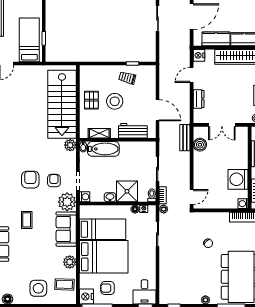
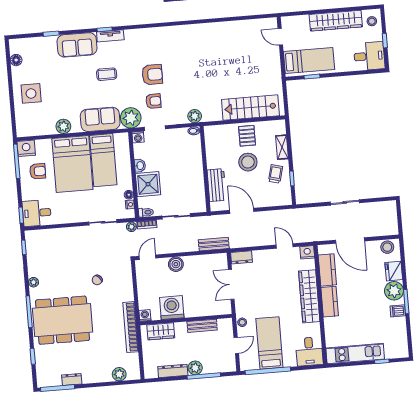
dresser: (199, 99) -> (241, 257), moved
pallet: (91, 100) -> (247, 136), turned 90
stairs: (62, 104) -> (250, 108), width x0.73, depth x0.66
door: (158, 110) -> (242, 211), swing flipped
shelving: (99, 133) -> (282, 147), moved
boiler: (200, 145) -> (176, 264), moved
bathtub: (103, 149) -> (193, 154), removed
door: (192, 197) -> (148, 257), swing flipped
coffee table: (64, 284) -> (38, 123), removed
armchair: (108, 288) -> (38, 171), turned 90

